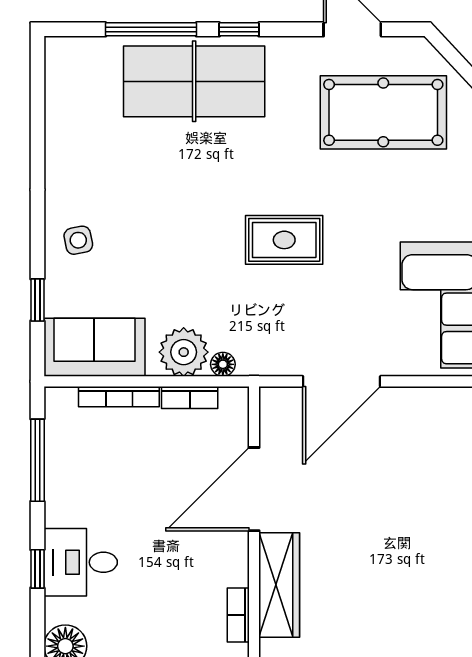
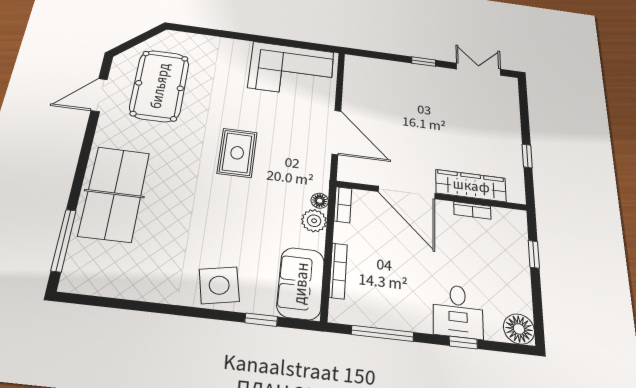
window: (151, 29) -> (64, 240), moved
window: (239, 29) -> (83, 161), removed
side table: (78, 240) -> (219, 285), width x1.87, depth x1.87
plant: (184, 352) -> (314, 221), width x0.73, depth x0.73
bookcase: (190, 398) -> (343, 205), moved
bookcase: (238, 615) -> (472, 210), moved

